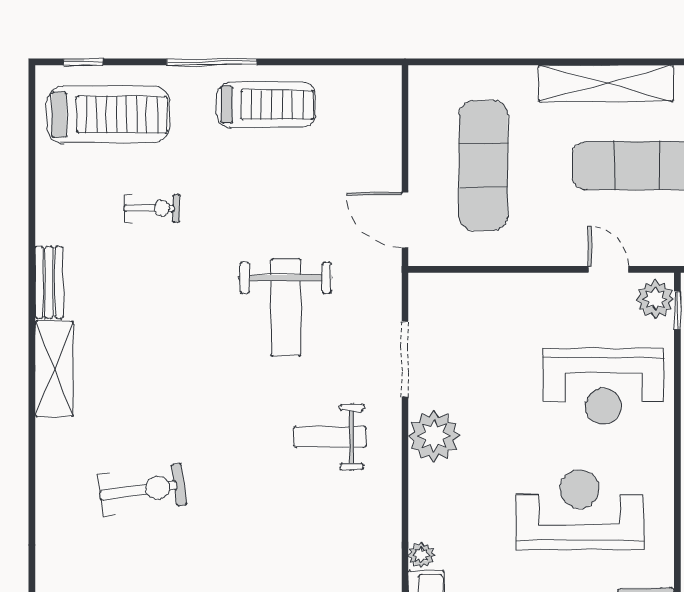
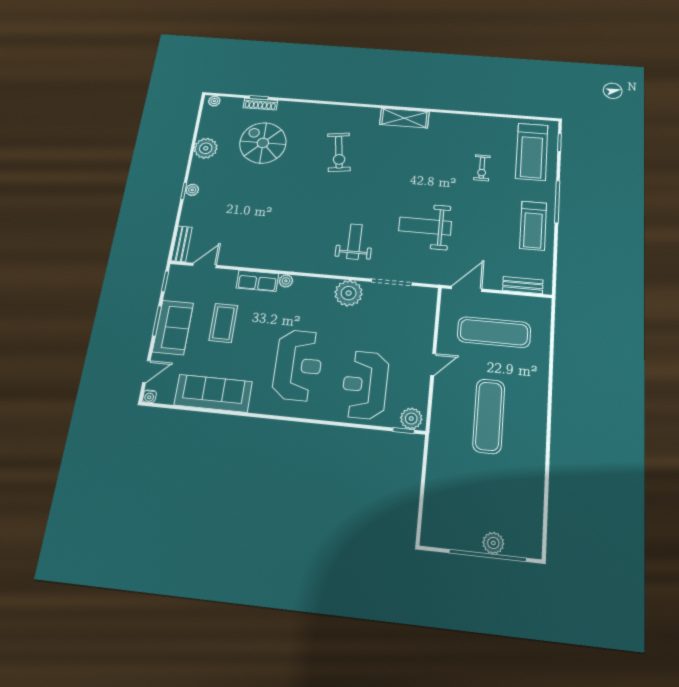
shelving: (606, 83) -> (537, 403), removed
door: (608, 269) -> (433, 364), moved
bench: (49, 282) -> (523, 285), moved

